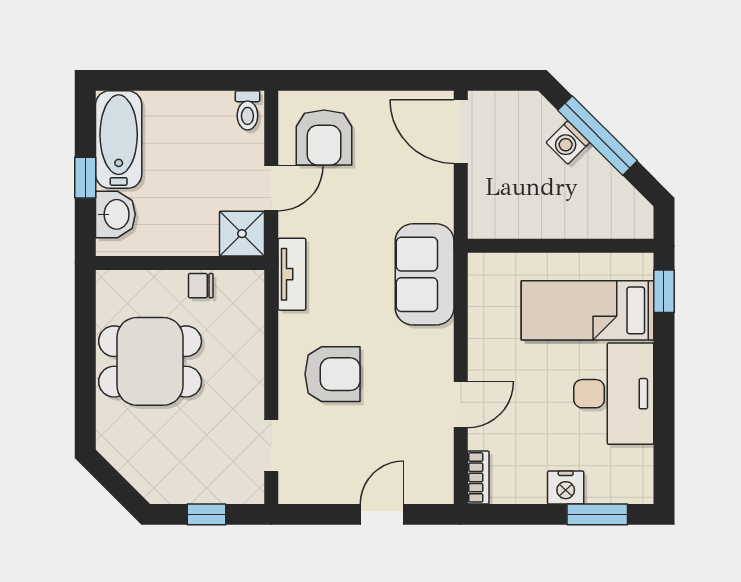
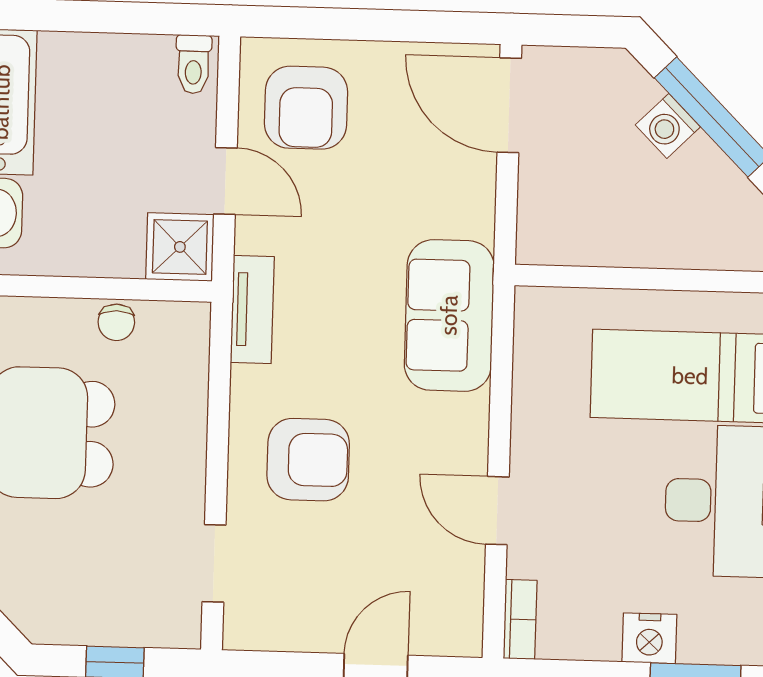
door: (271, 188) -> (225, 181), hinge flipped
chair: (201, 286) -> (116, 322), turned -90
door: (461, 405) -> (497, 511), swing flipped

